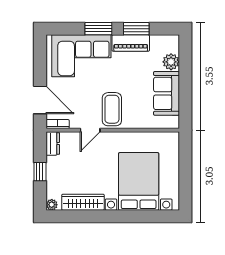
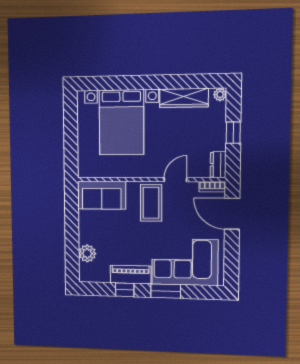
window: (136, 29) -> (125, 290), width x0.67
sofa: (167, 93) -> (102, 195), moved, turned 90

